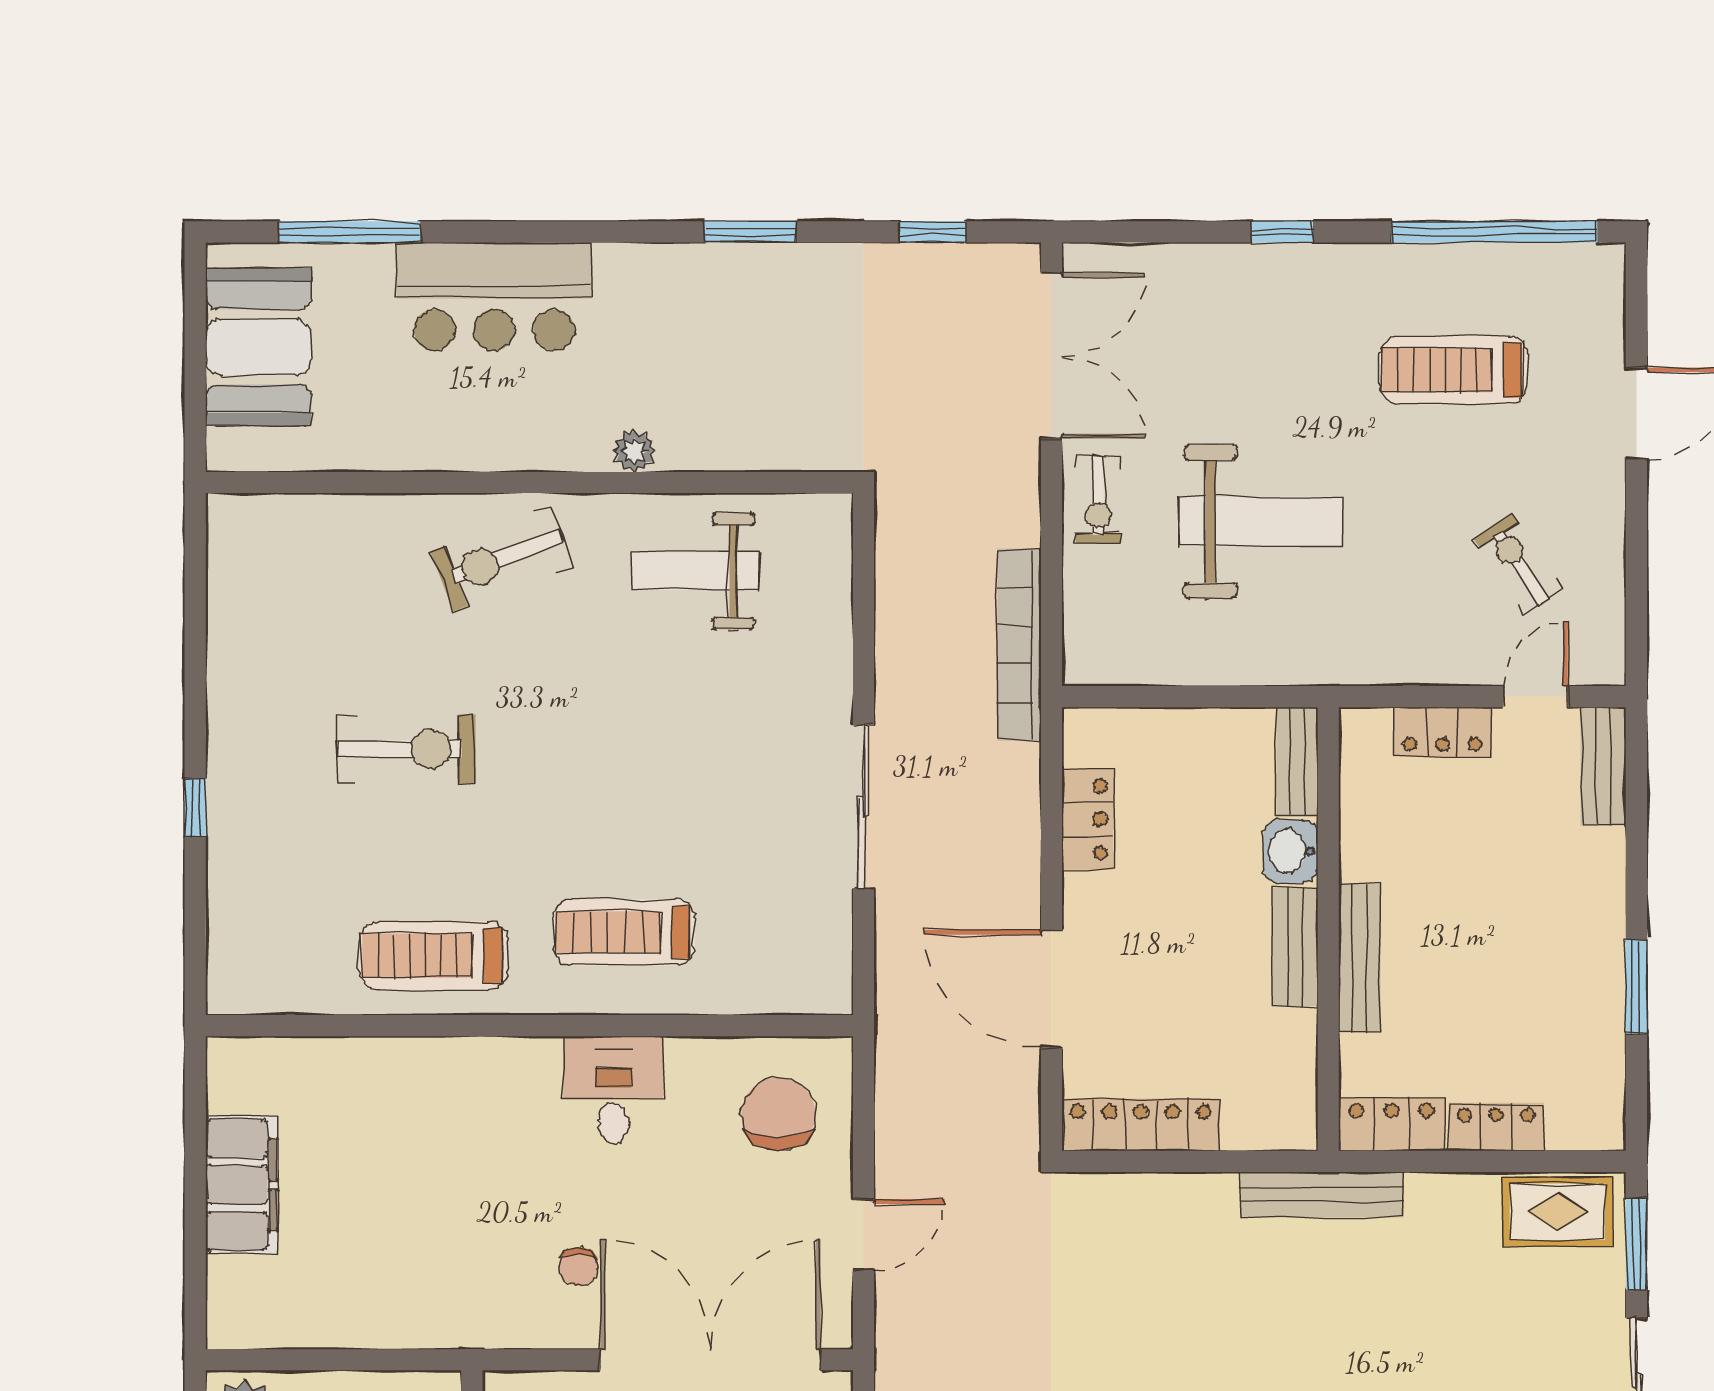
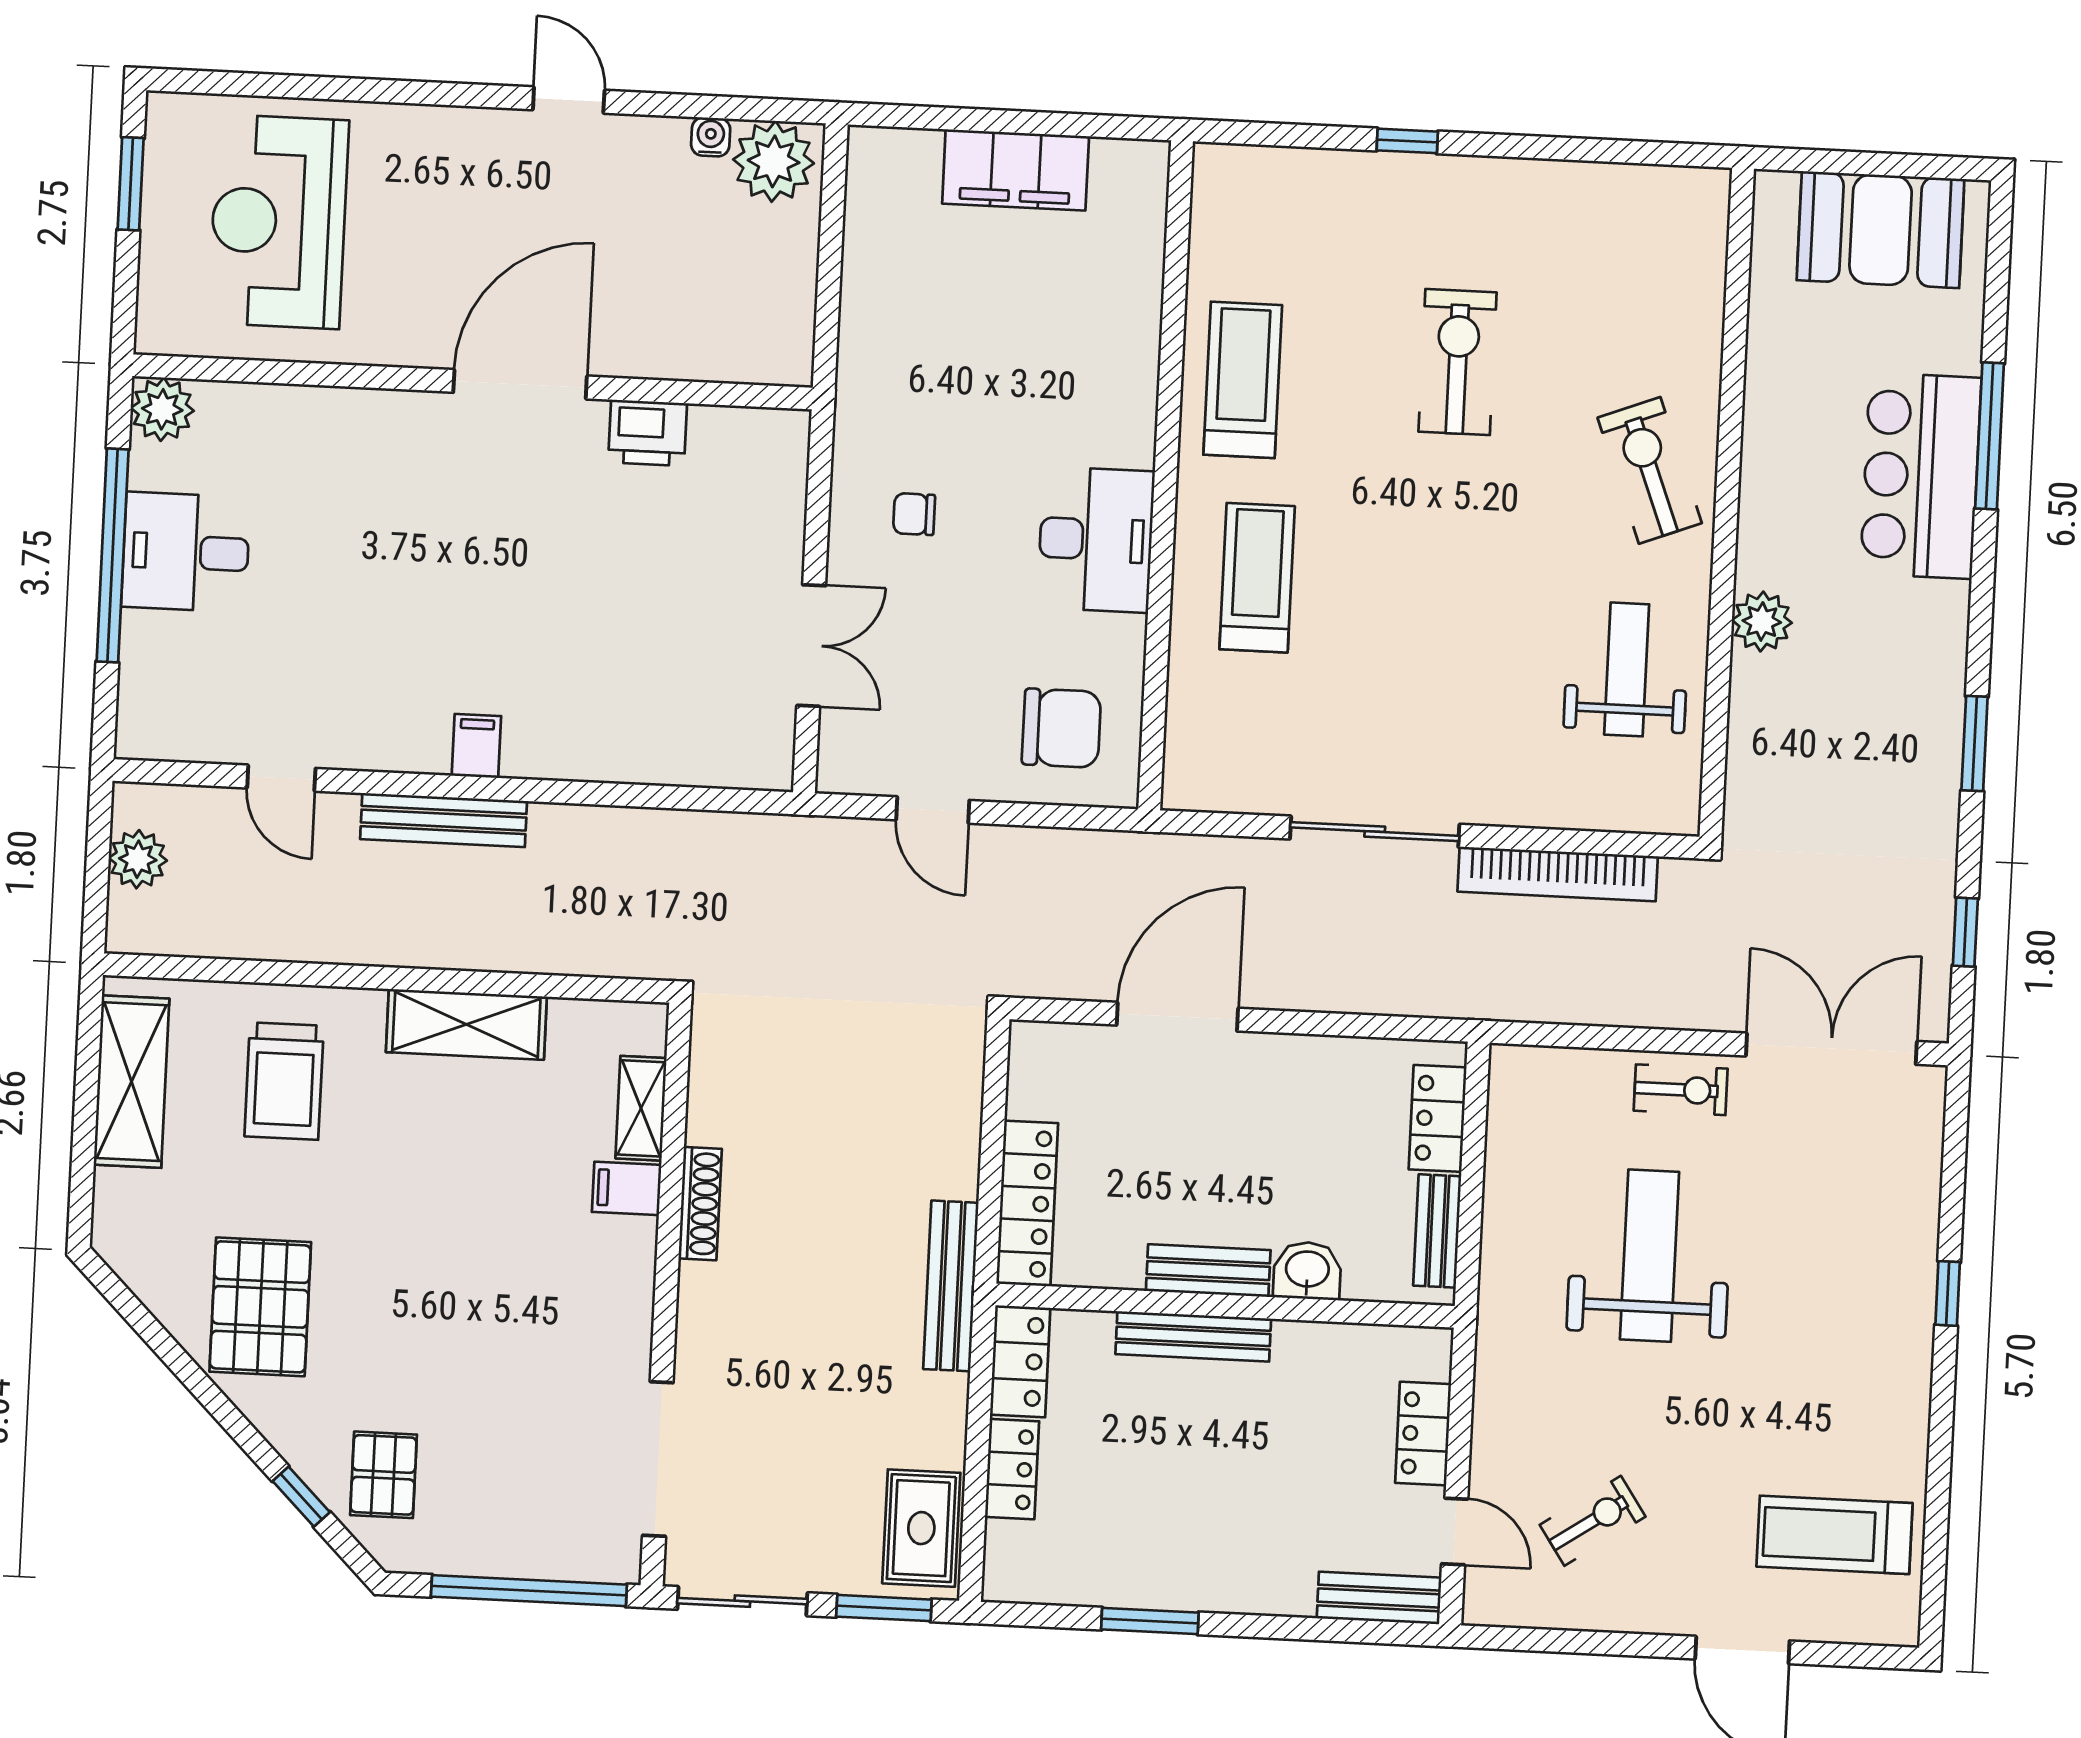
window: (349, 232) -> (1990, 436), moved
window: (1495, 232) -> (1937, 1513), removed
double door: (1051, 356) -> (1831, 1049), swing flipped
treadmill: (1453, 370) -> (1834, 1535), moved, turned -90
plant: (634, 451) -> (1762, 621), width x1.38, depth x1.38
exercise bike: (1098, 499) -> (1681, 1090), turned 180
weight bench: (1260, 521) -> (1650, 1256), turned 180
bookcase: (1019, 645) -> (1558, 874), moved, turned 180
exercise bike: (406, 749) -> (1458, 362), turned 180
bench: (1297, 761) -> (1437, 1231), moved, turned 90
locker: (1087, 819) -> (1438, 1118), moved, turned 90
desk: (613, 1090) -> (1096, 540), width x1.37
locker: (1141, 1125) -> (1027, 1203), moved
double door: (710, 1360) -> (811, 646), width x0.54

